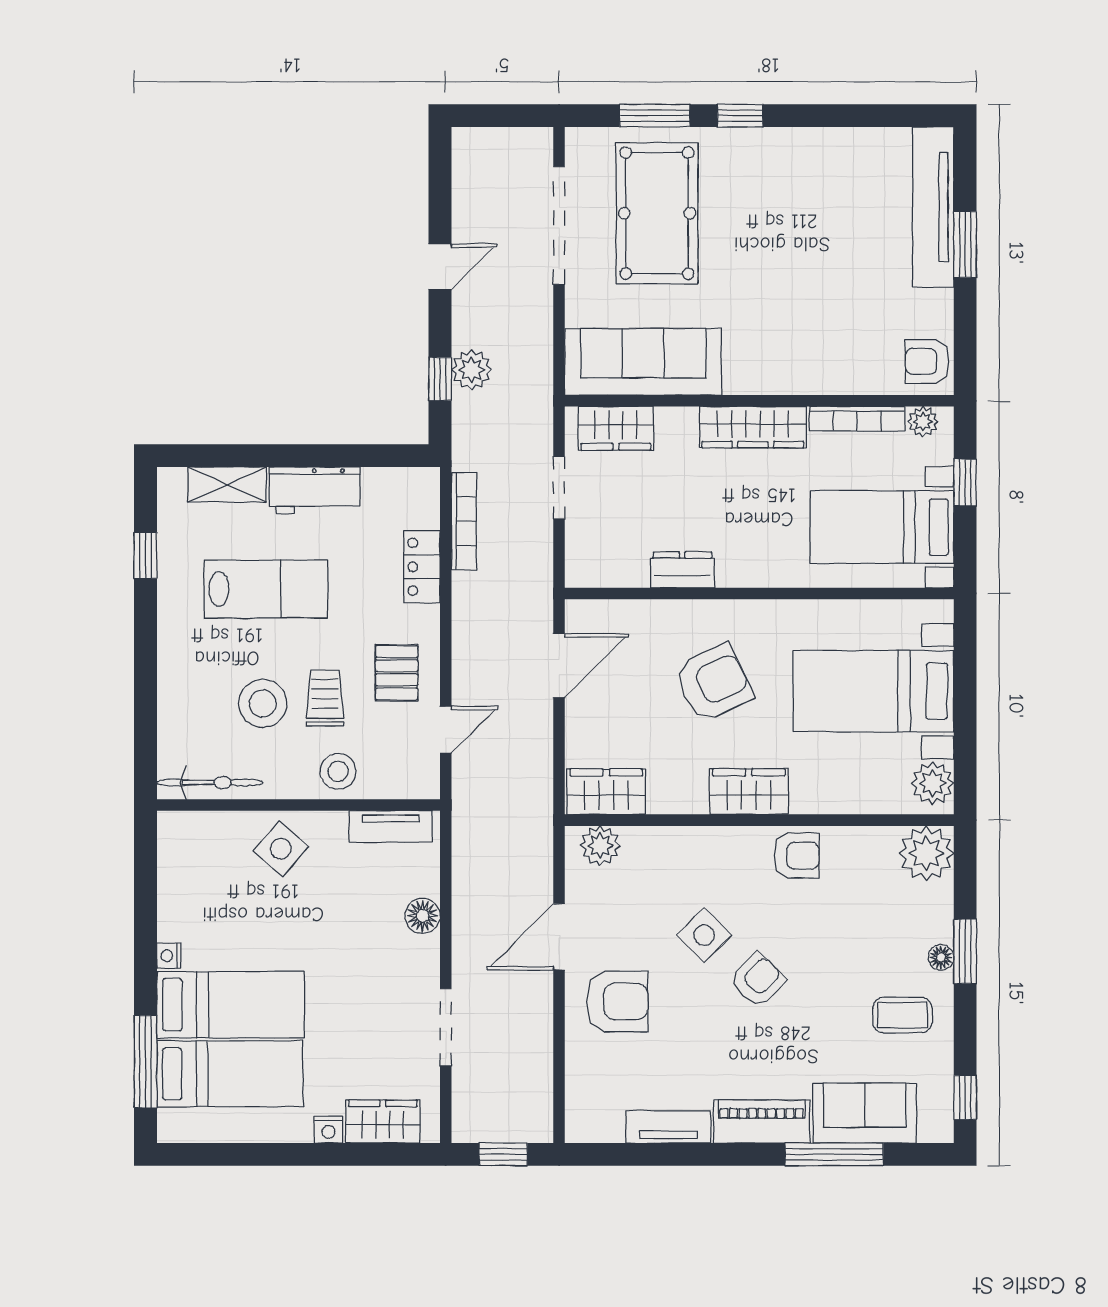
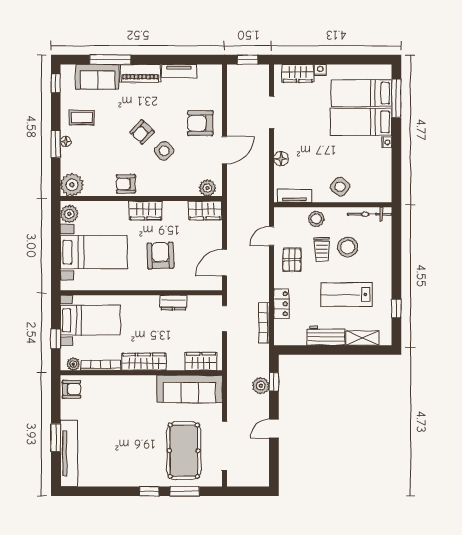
doorway: (559, 488) -> (224, 319), moved
armchair: (713, 683) -> (160, 256), turned 113

